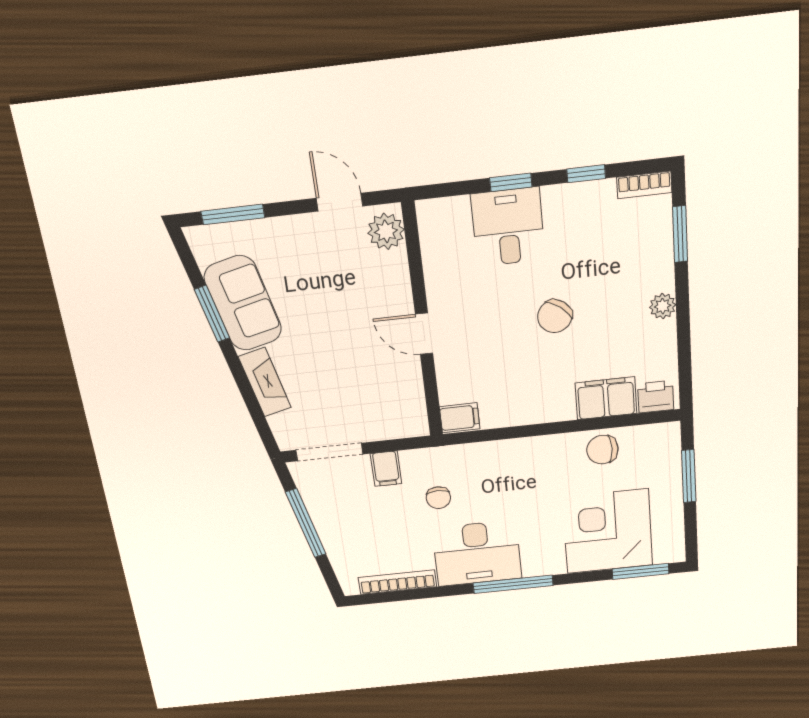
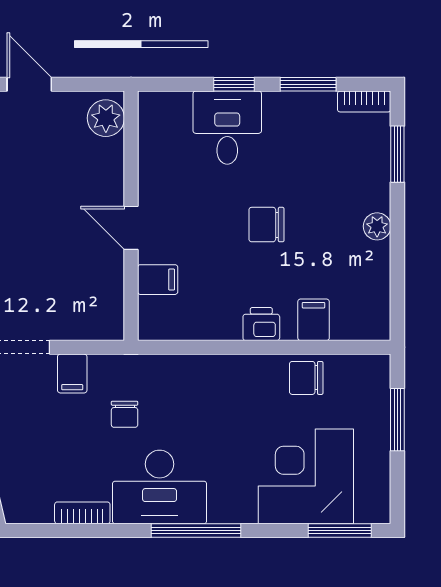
window: (586, 174) -> (308, 84), width x1.50
door: (339, 202) -> (29, 84), moved
chair: (555, 316) -> (267, 225), turned 52
printer: (656, 397) -> (261, 324), moved
filing cabinet: (606, 398) -> (314, 320), width x0.50
filing cabinet: (460, 418) -> (158, 280), moved
bookcase: (397, 582) -> (82, 513), width x0.64

